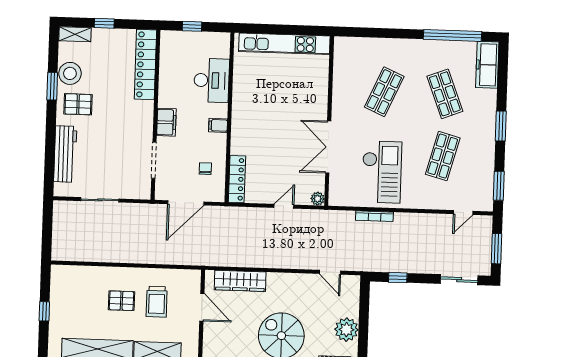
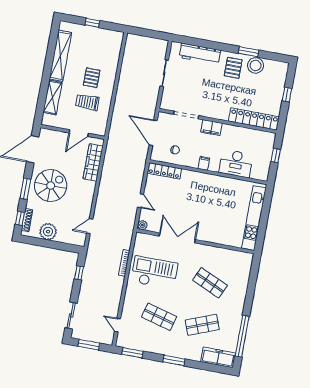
shelving: (75, 34) -> (282, 73), removed
checkout: (382, 172) -> (154, 273), turned 180

